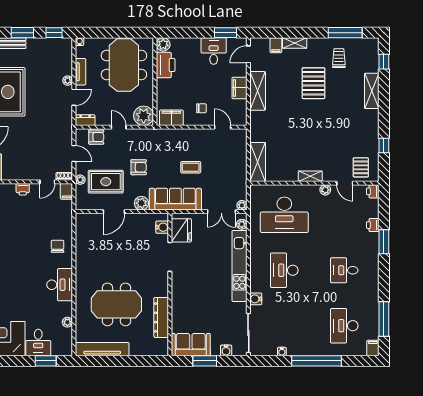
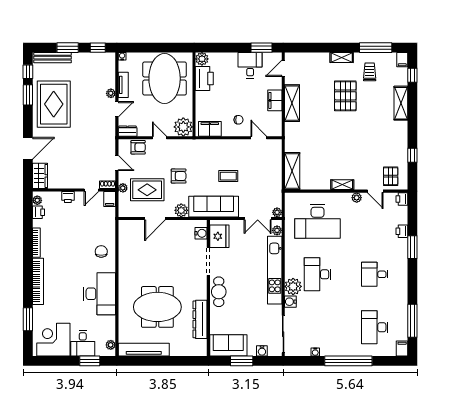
shelving: (295, 43) -> (342, 58), moved
filing cabinet: (276, 45) -> (402, 60), moved
plant: (259, 283) -> (293, 286), added
desk: (60, 285) -> (100, 294), width x1.36, depth x1.30
cafe table: (181, 288) -> (219, 292), added
plant: (67, 322) -> (111, 345), moved

